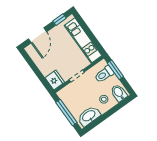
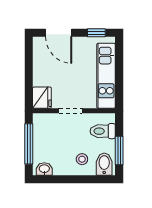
door: (37, 35) -> (59, 33), hinge flipped
window: (115, 70) -> (119, 151), moved
washbasin: (89, 116) -> (44, 169), width x0.52, depth x0.69

